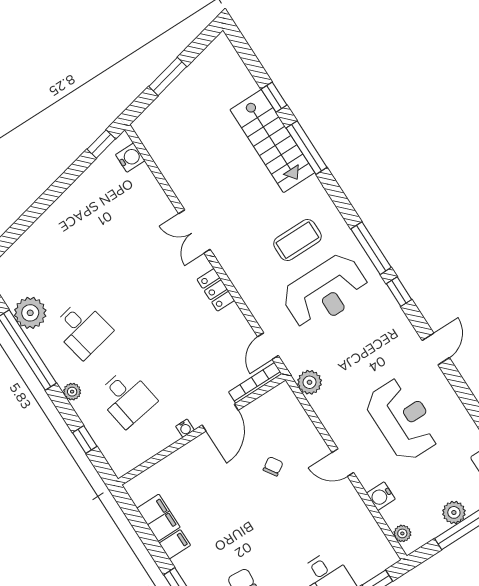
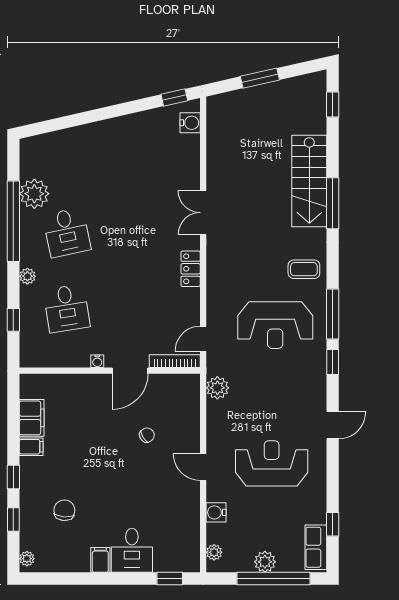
window: (274, 97) -> (333, 104), moved
coffee table: (297, 240) -> (304, 269), moved, width x0.73, depth x0.77
reception desk: (403, 419) -> (272, 463), turned -90

